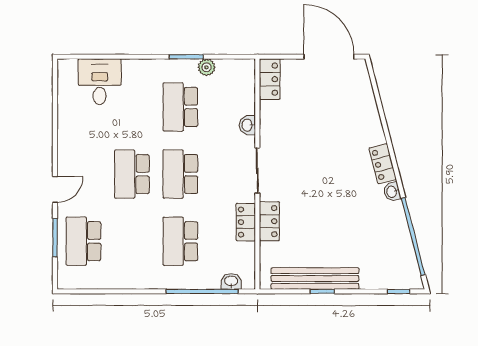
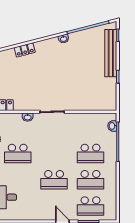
locker: (383, 164) -> (25, 50), moved
school desk: (180, 174) -> (90, 180), moved
locker: (269, 221) -> (80, 105), removed
locker: (246, 222) -> (80, 118), removed
bench: (315, 279) -> (111, 53), moved

